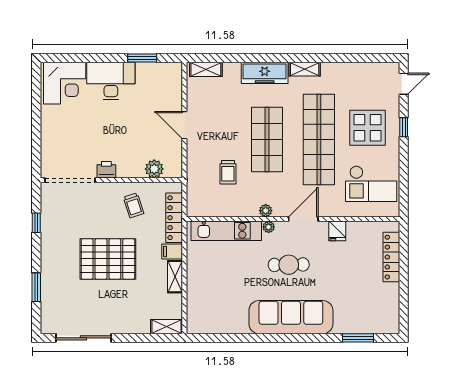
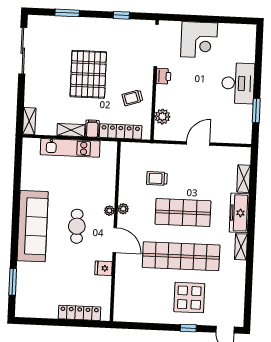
shelving: (206, 69) -> (244, 179), moved
corner desk: (65, 83) -> (199, 40), moved, turned -90
checkout: (371, 184) -> (142, 299), removed
kitchen unit: (226, 231) -> (70, 148), moved, turned -90

